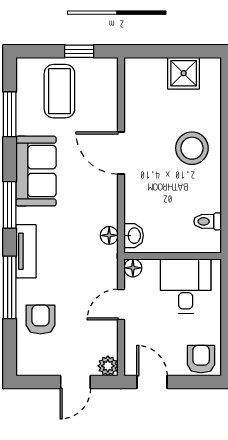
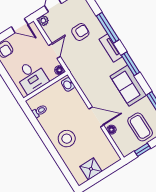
floor lamp: (109, 235) -> (111, 130), moved
armchair: (40, 319) -> (80, 32), moved, turned -90

